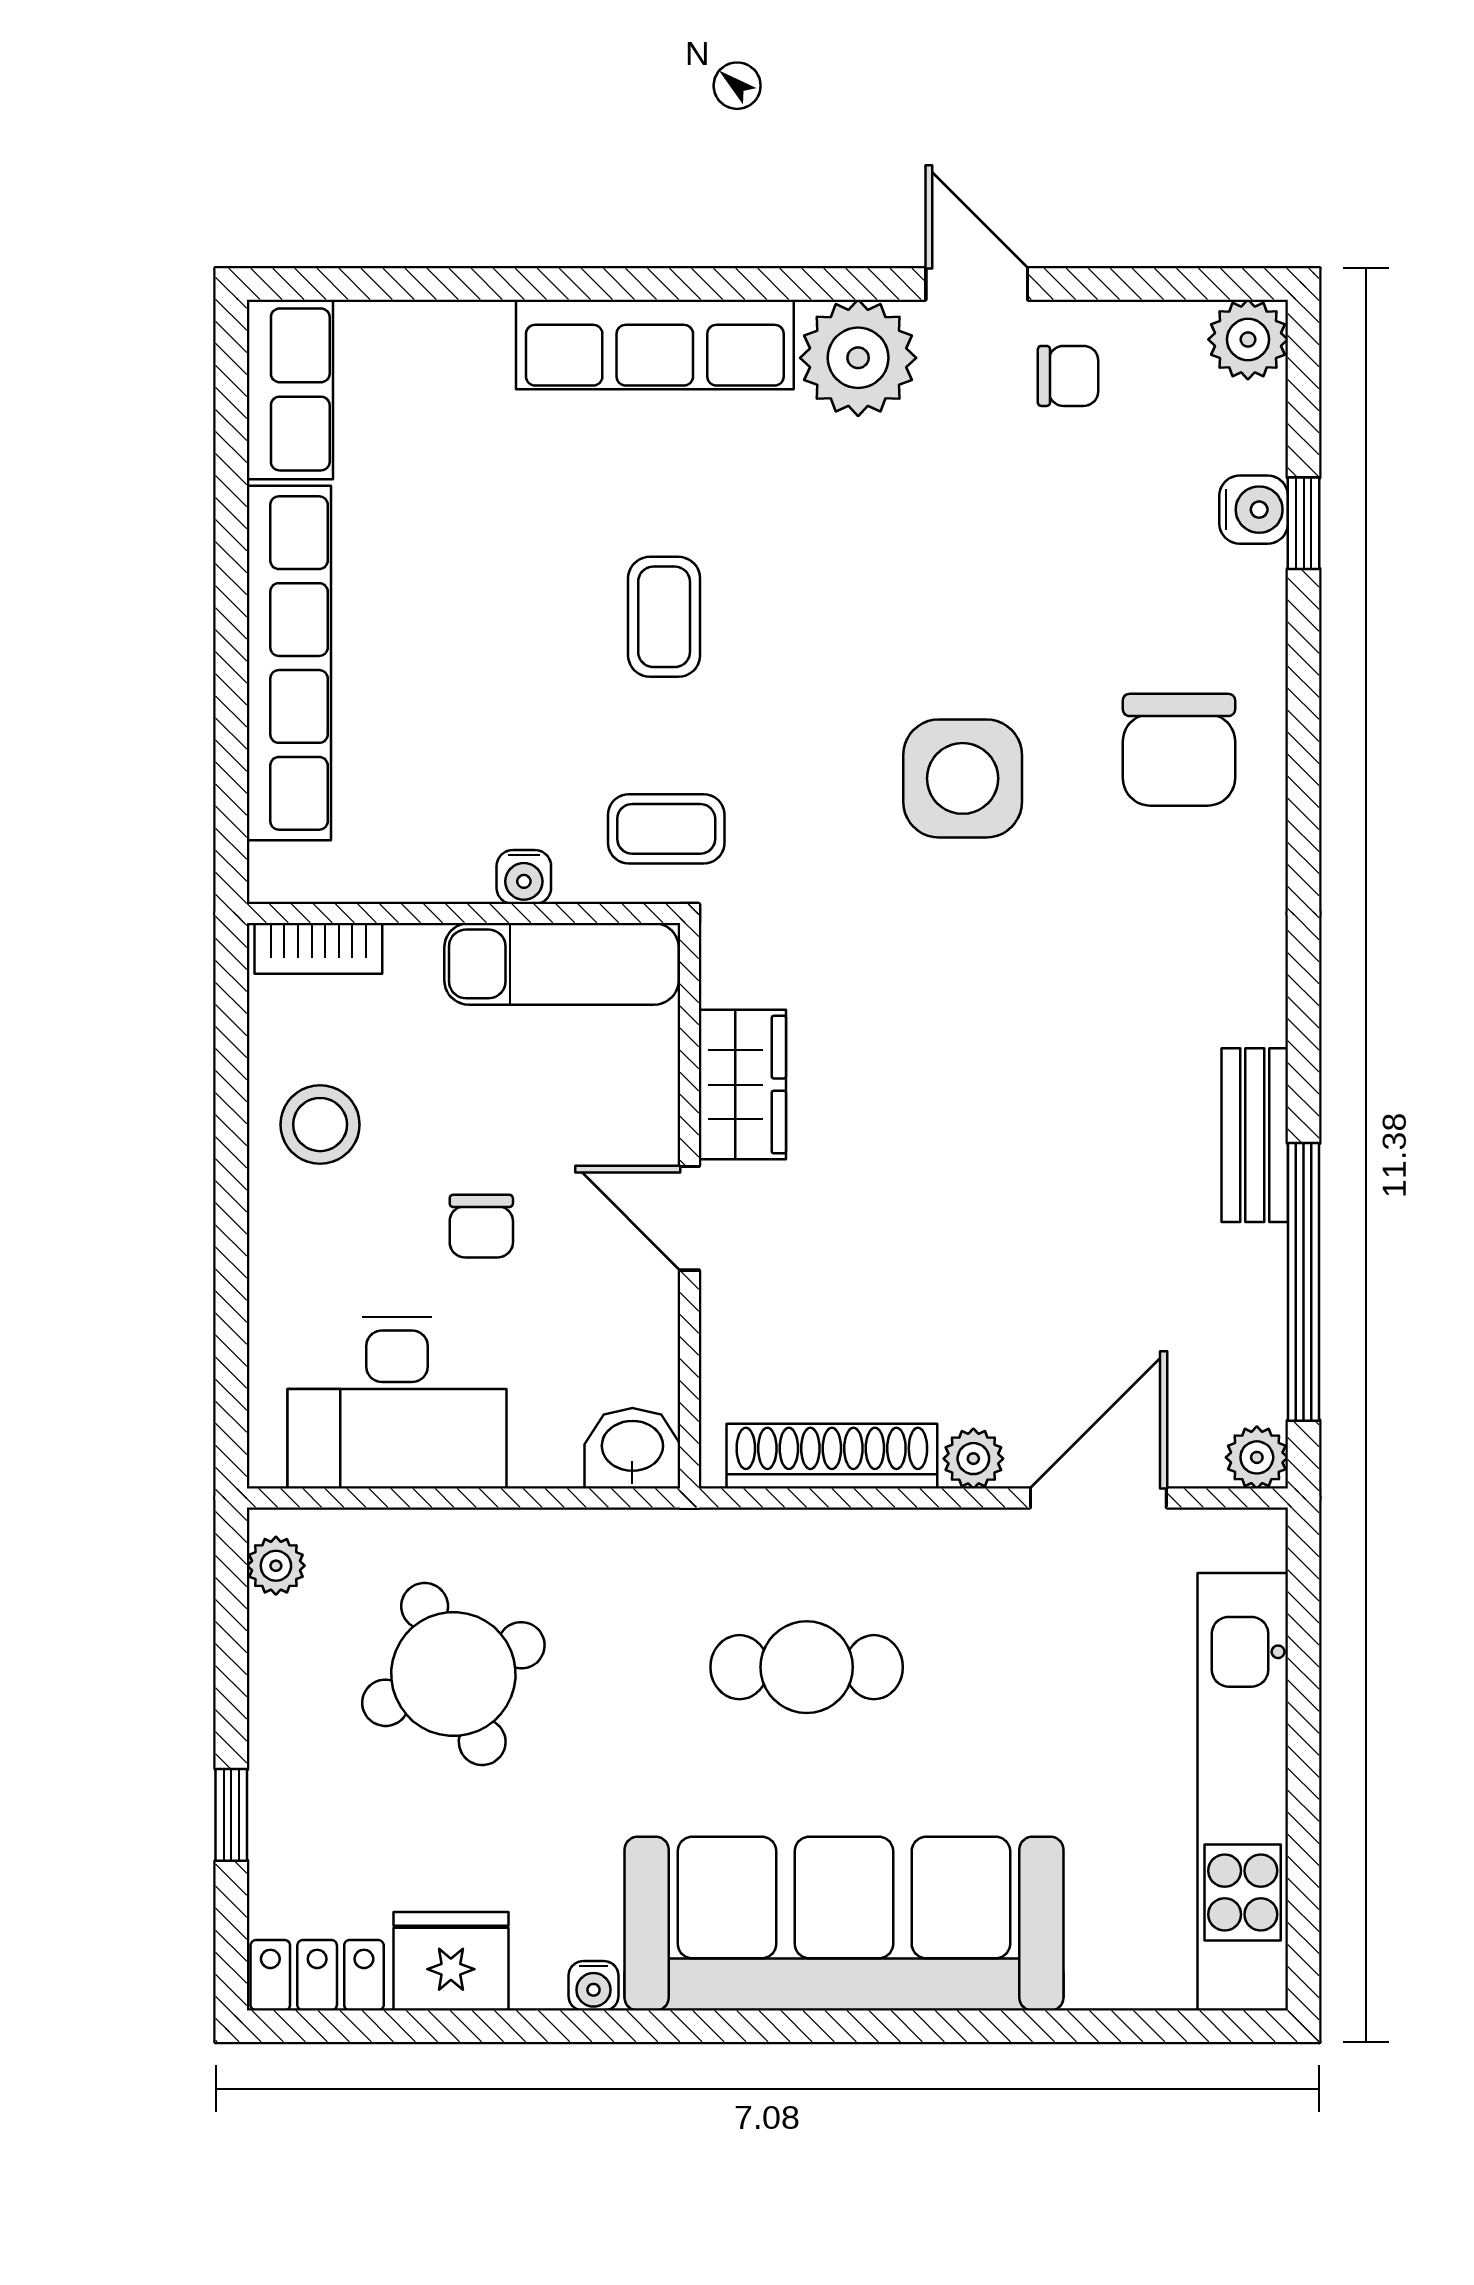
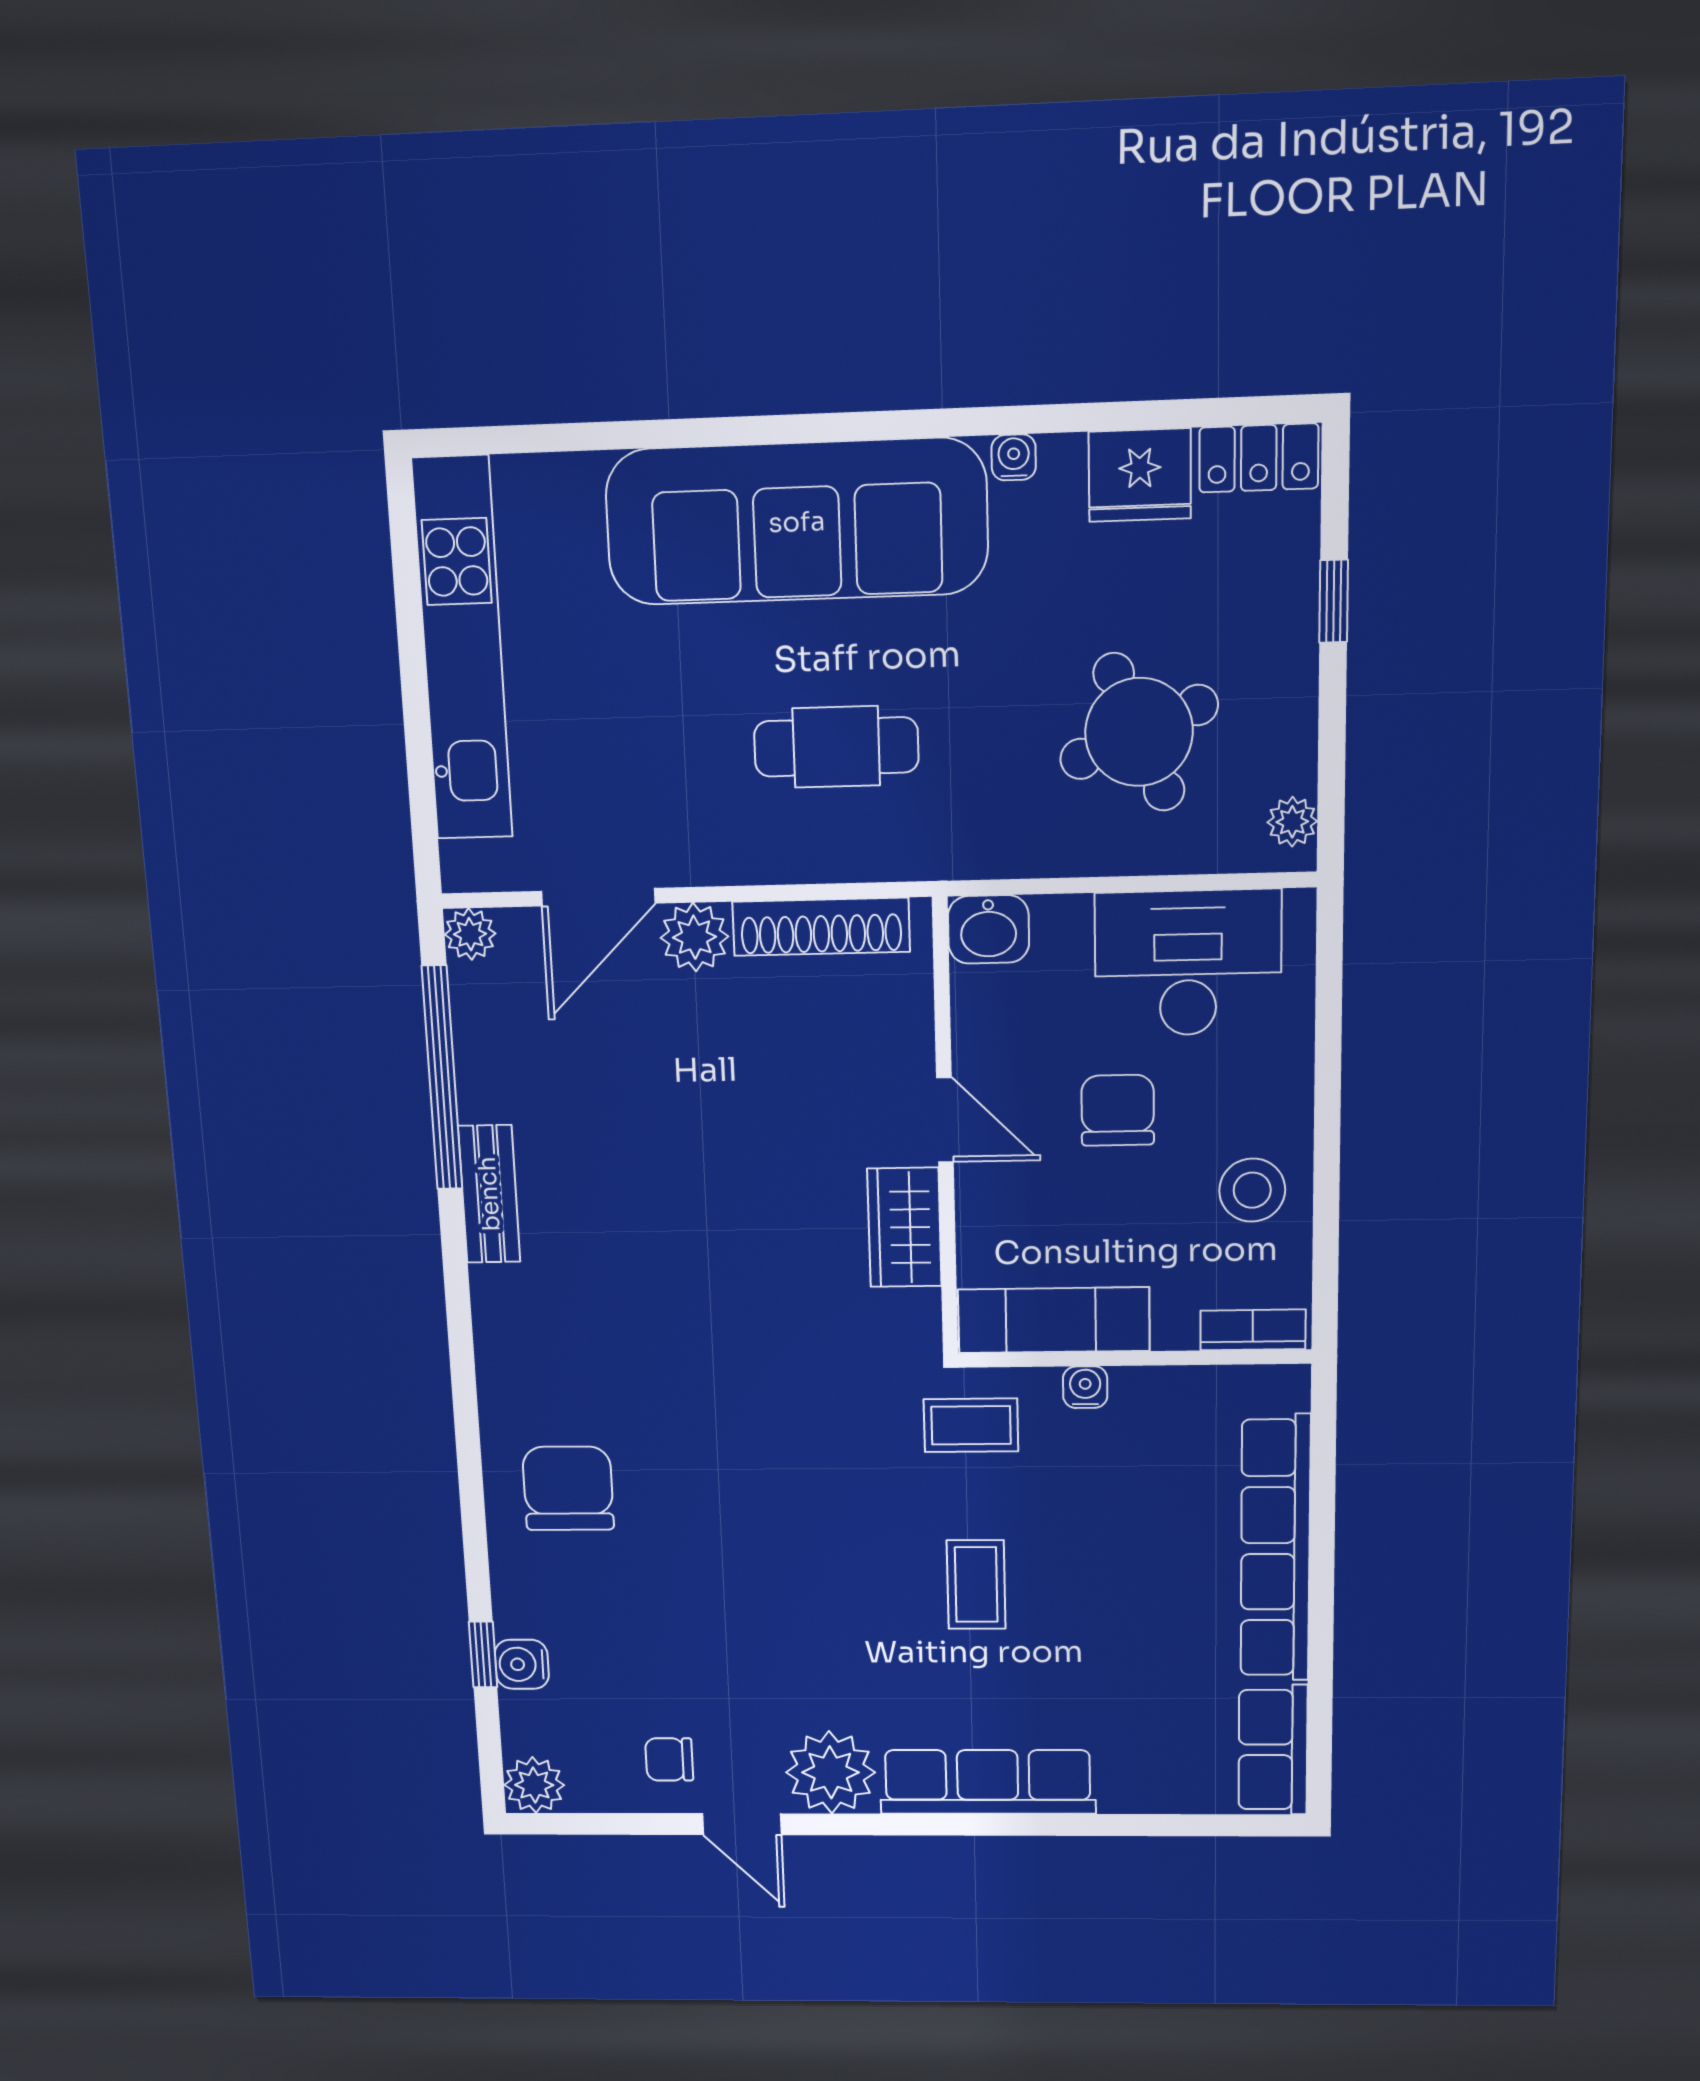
side table: (963, 778) -> (737, 1466), removed
chair: (481, 1226) -> (1118, 1110), width x1.37, depth x1.37
plant: (973, 1459) -> (694, 937), width x1.38, depth x1.38

